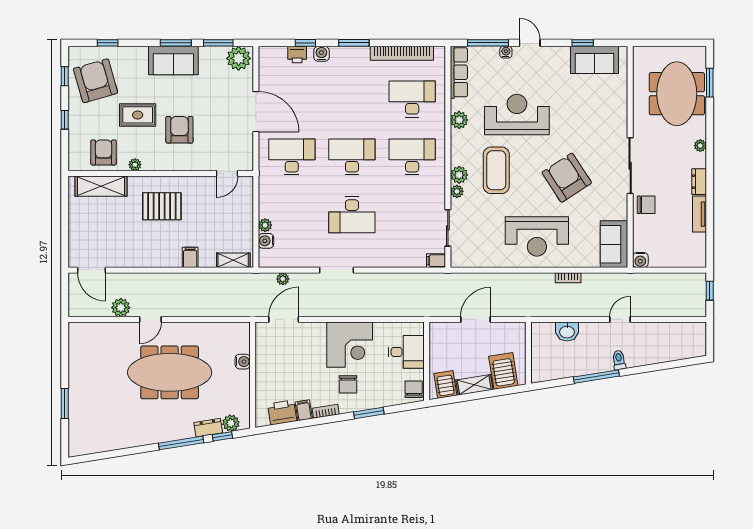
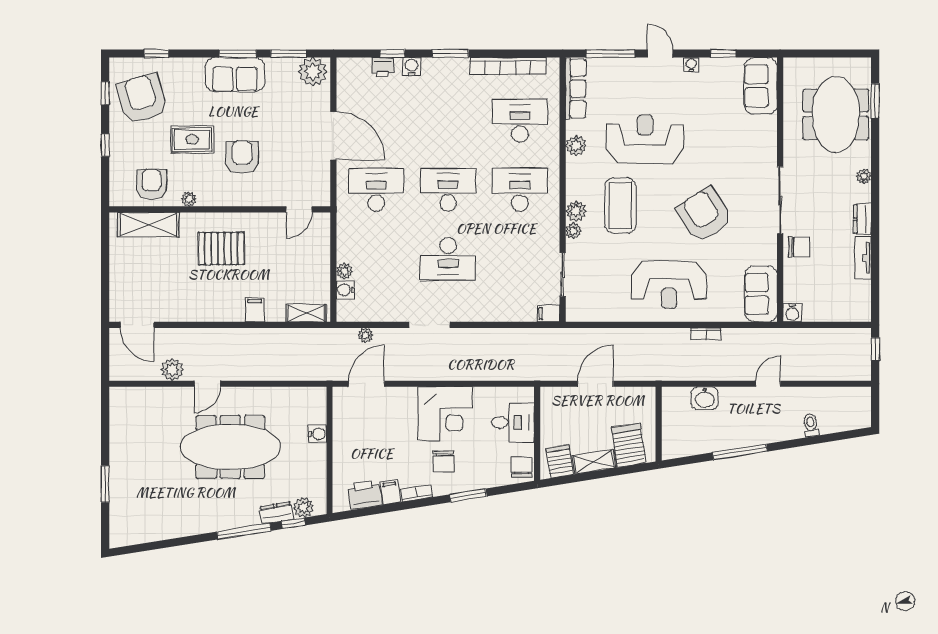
water cooler: (506, 52) -> (691, 65), moved
sofa: (594, 60) -> (761, 86), moved, turned 90
toilet: (619, 360) -> (811, 425), moved

